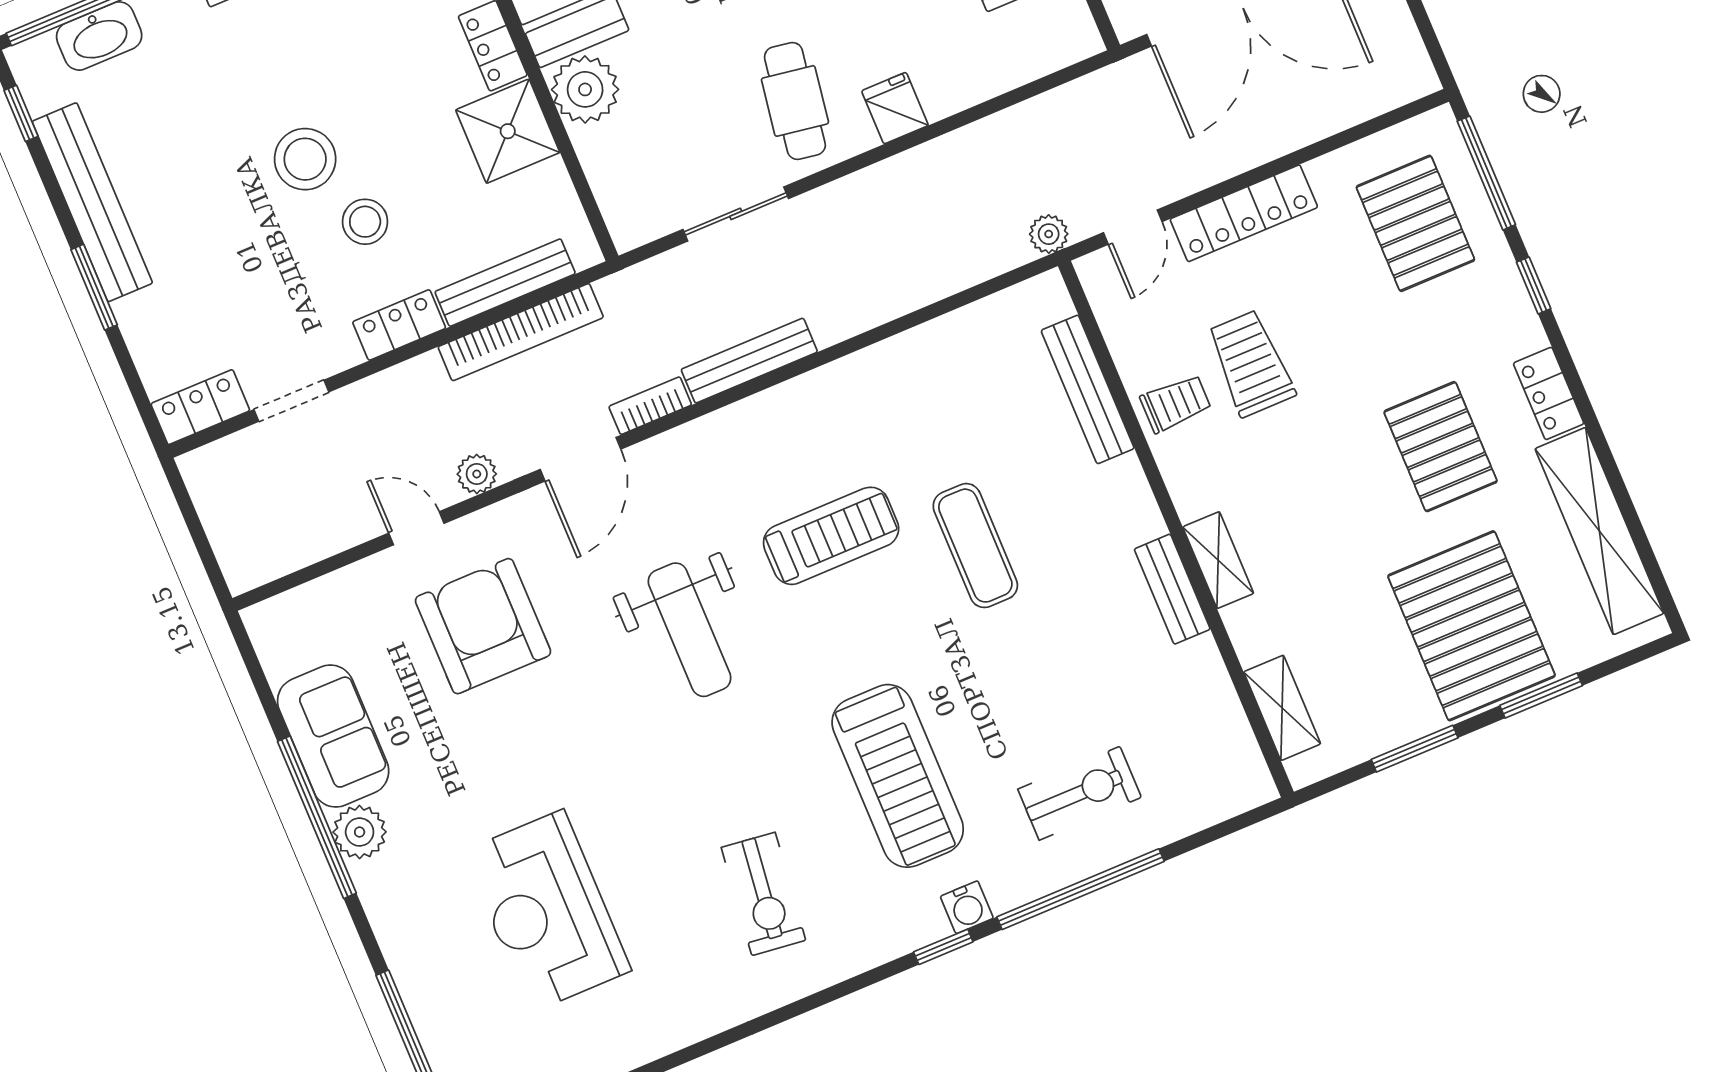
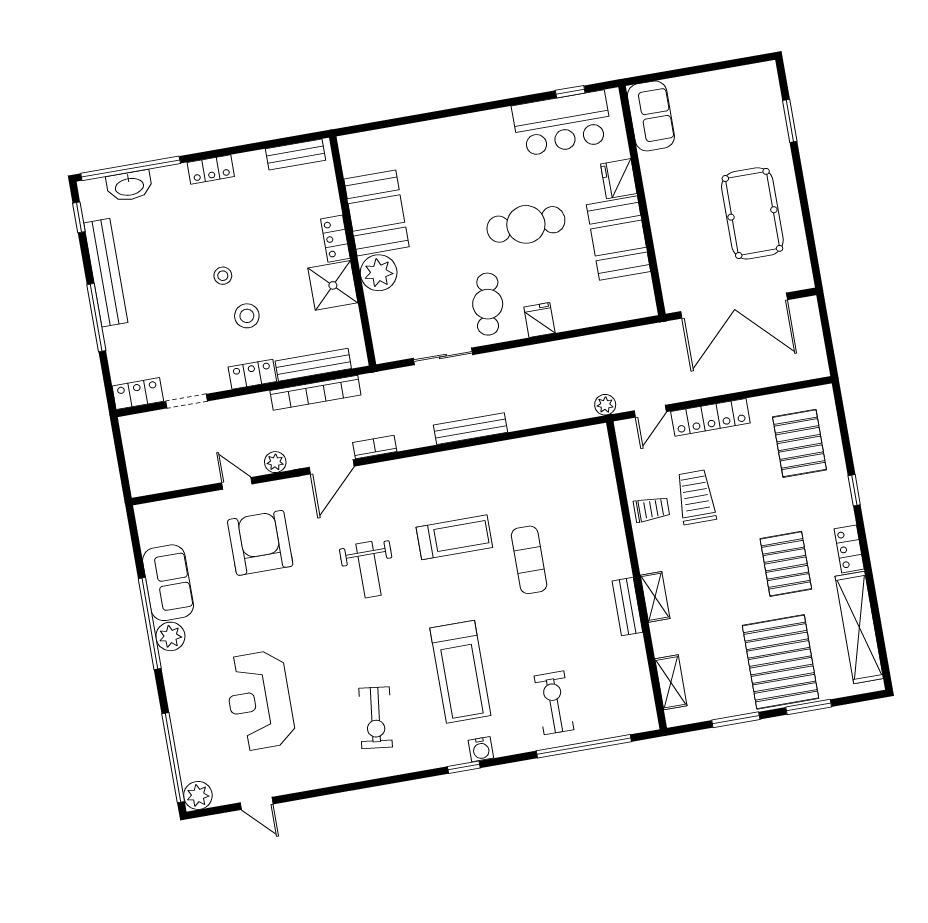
stool: (305, 159) -> (223, 276), width x0.53, depth x0.53
window: (1486, 173) -> (843, 425), removed
window: (94, 287) -> (96, 318), width x1.44
bench: (749, 361) -> (471, 429), moved
bench: (1088, 389) -> (607, 491), removed
weight bench: (690, 630) -> (368, 570), width x0.73, depth x0.75
exercise bike: (1080, 793) -> (554, 703), turned -90
window: (1080, 889) -> (584, 746), moved

